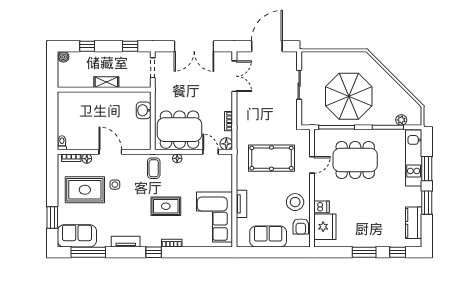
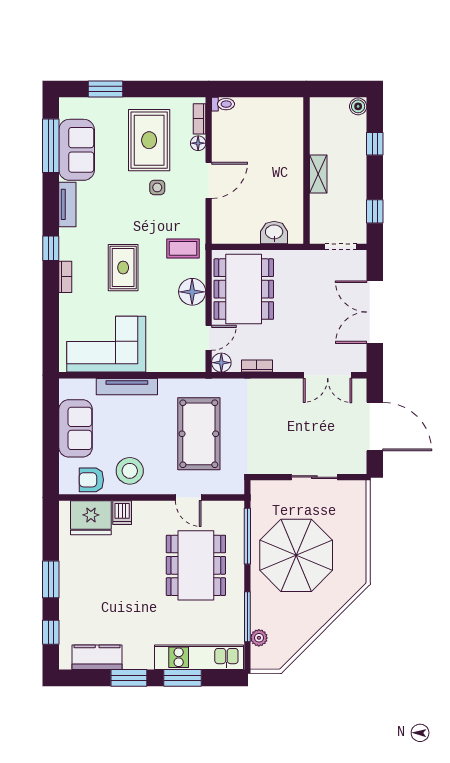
floor lamp: (177, 158) -> (192, 292), width x1.89, depth x1.89
tv unit: (242, 204) -> (127, 387), width x1.41
sofa: (77, 236) -> (77, 150), moved

